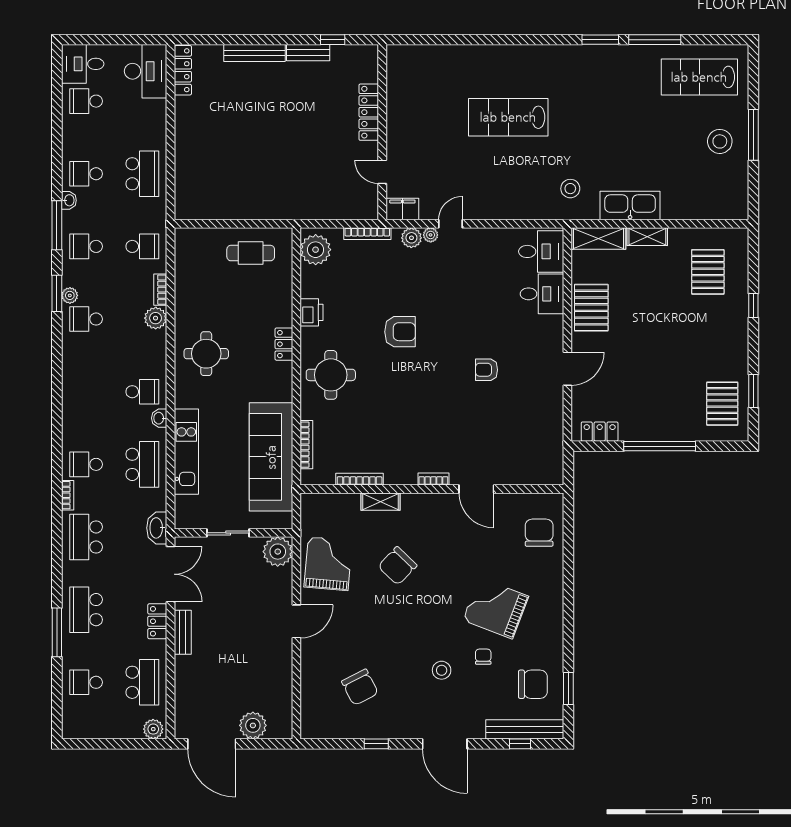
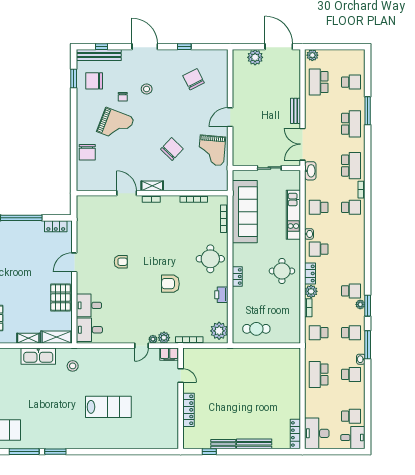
school desk: (142, 464) -> (319, 207), width x0.54
shelving: (381, 502) -> (152, 186), moved
chair: (539, 533) -> (87, 152), moved
plant: (278, 552) -> (241, 157), removed
locker: (157, 621) -> (310, 273), moved

